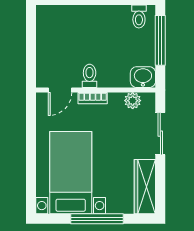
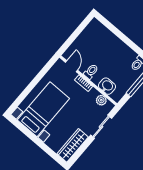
washbasin: (143, 77) -> (107, 86), moved
door: (60, 90) -> (72, 66), swing flipped
window: (97, 219) -> (37, 141), removed

